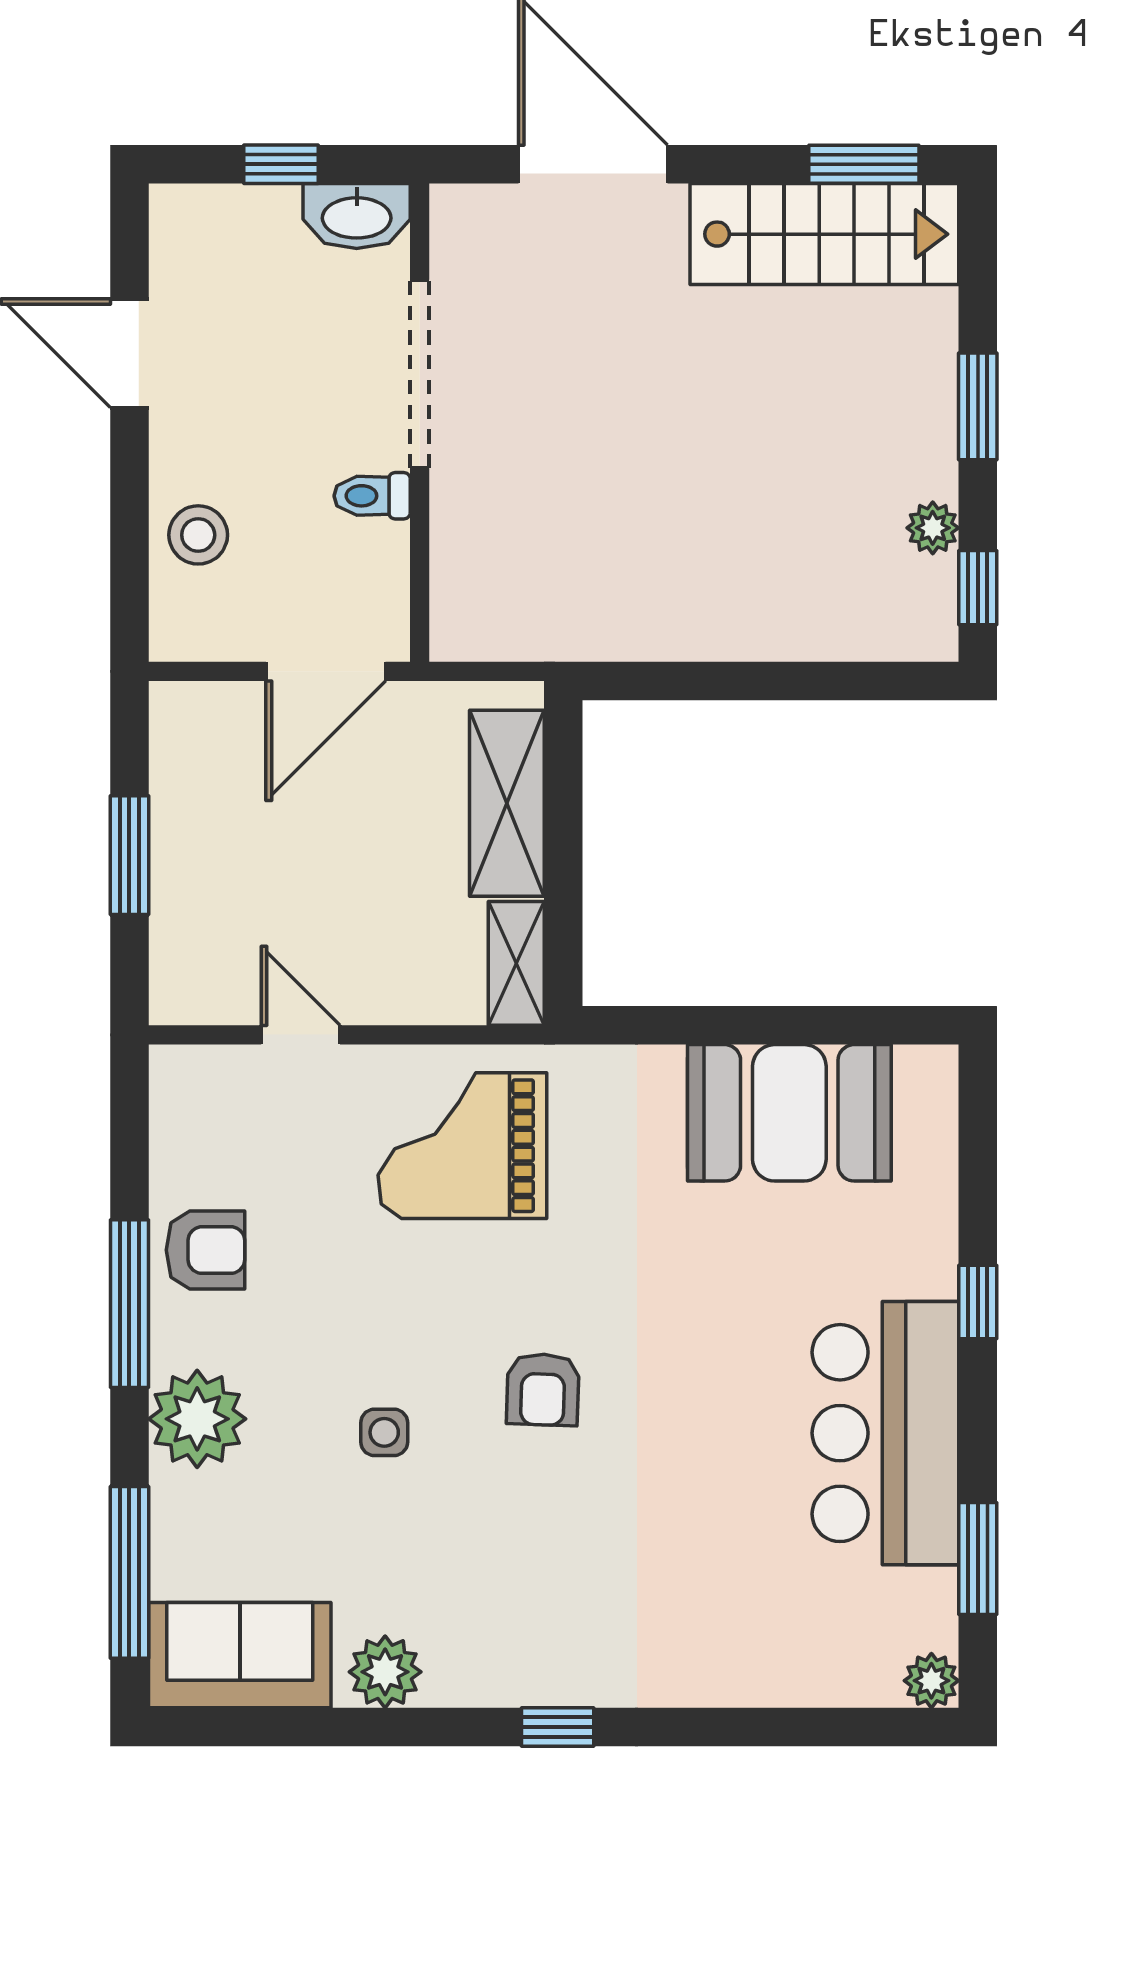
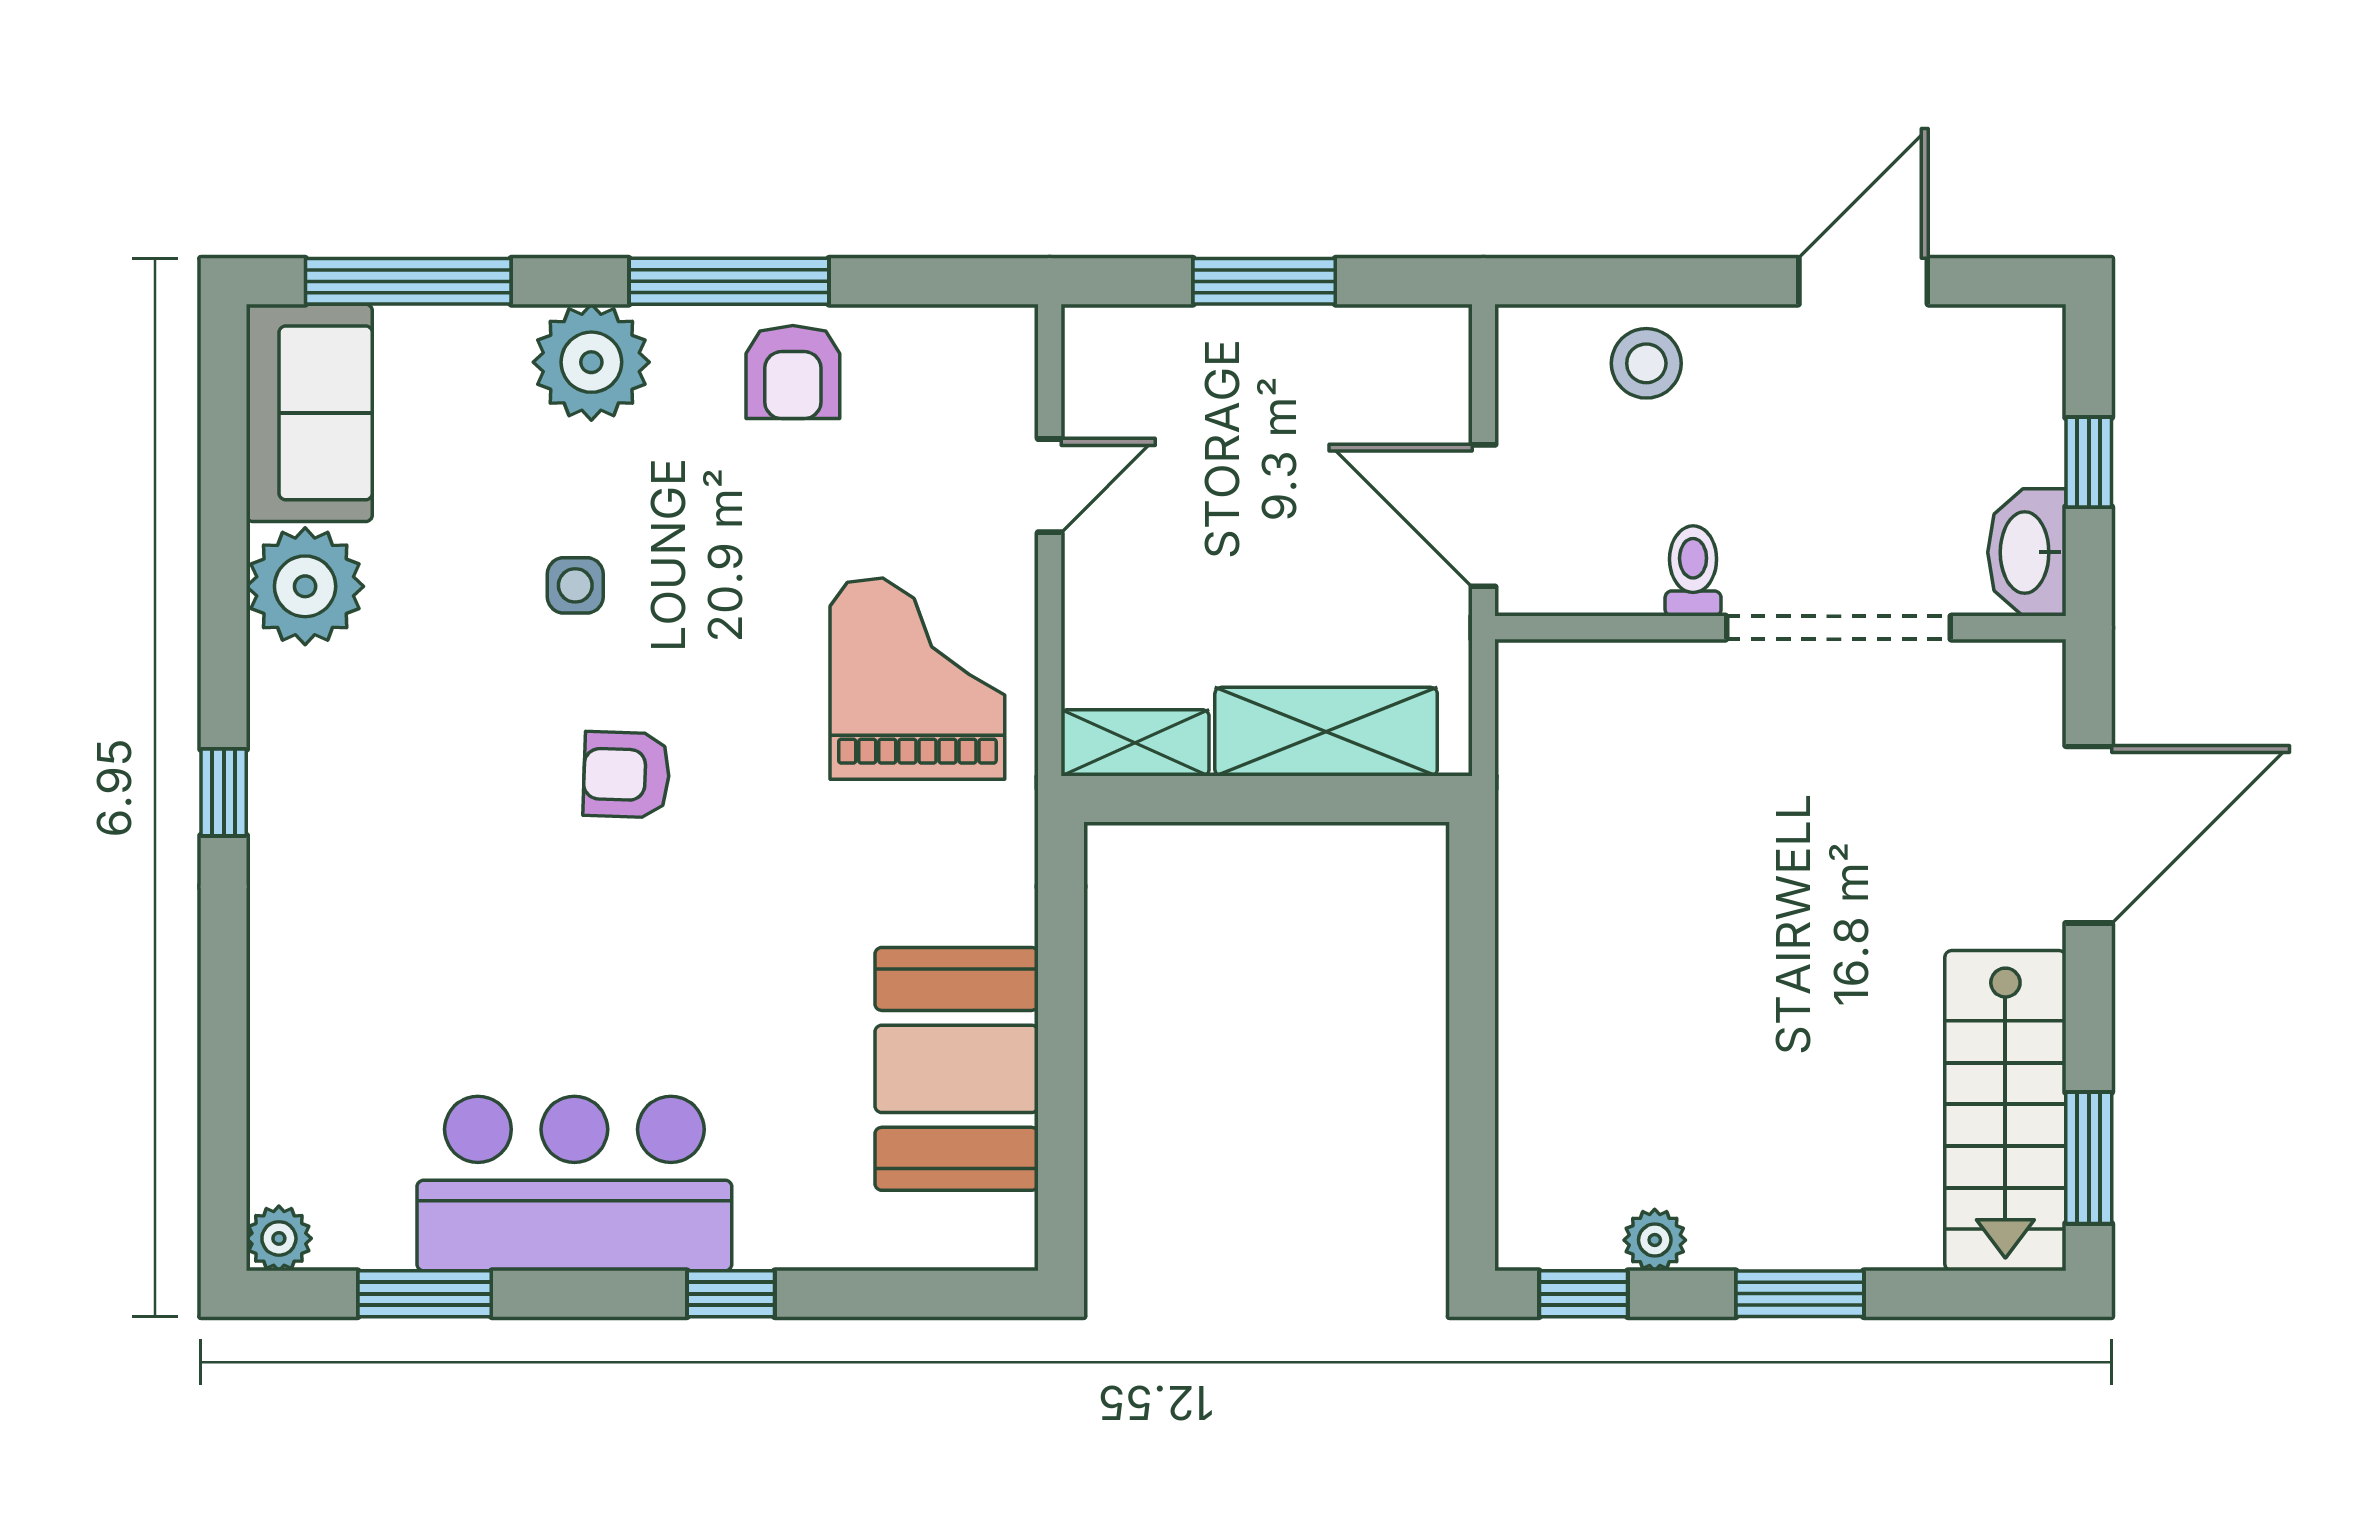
plant: (385, 1672) -> (305, 586), width x1.36, depth x1.36

